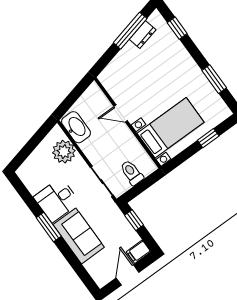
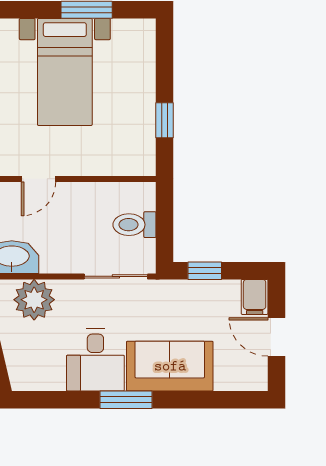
bed with nightstands: (171, 128) -> (65, 72), moved, turned 180
window: (208, 138) -> (165, 120), moved

